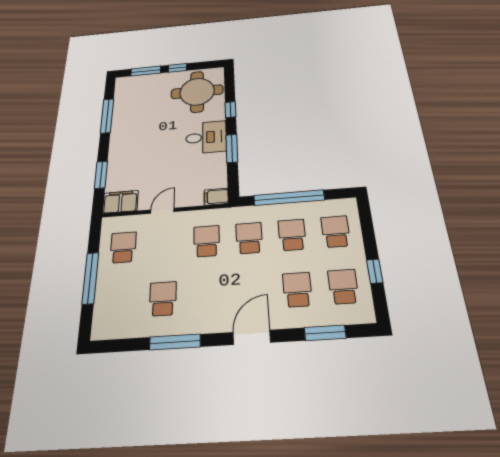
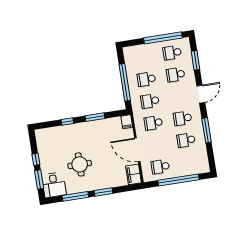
round table: (197, 92) -> (80, 164), moved, width x0.73, depth x0.73
desk: (206, 137) -> (54, 185), moved, turned 180
window: (101, 175) -> (103, 192), moved
door: (162, 211) -> (137, 150), width x1.87
school desk: (336, 232) -> (183, 118), moved
window: (375, 271) -> (163, 38), width x3.17
window: (90, 278) -> (179, 180), width x1.46
door: (252, 337) -> (201, 94), swing flipped

